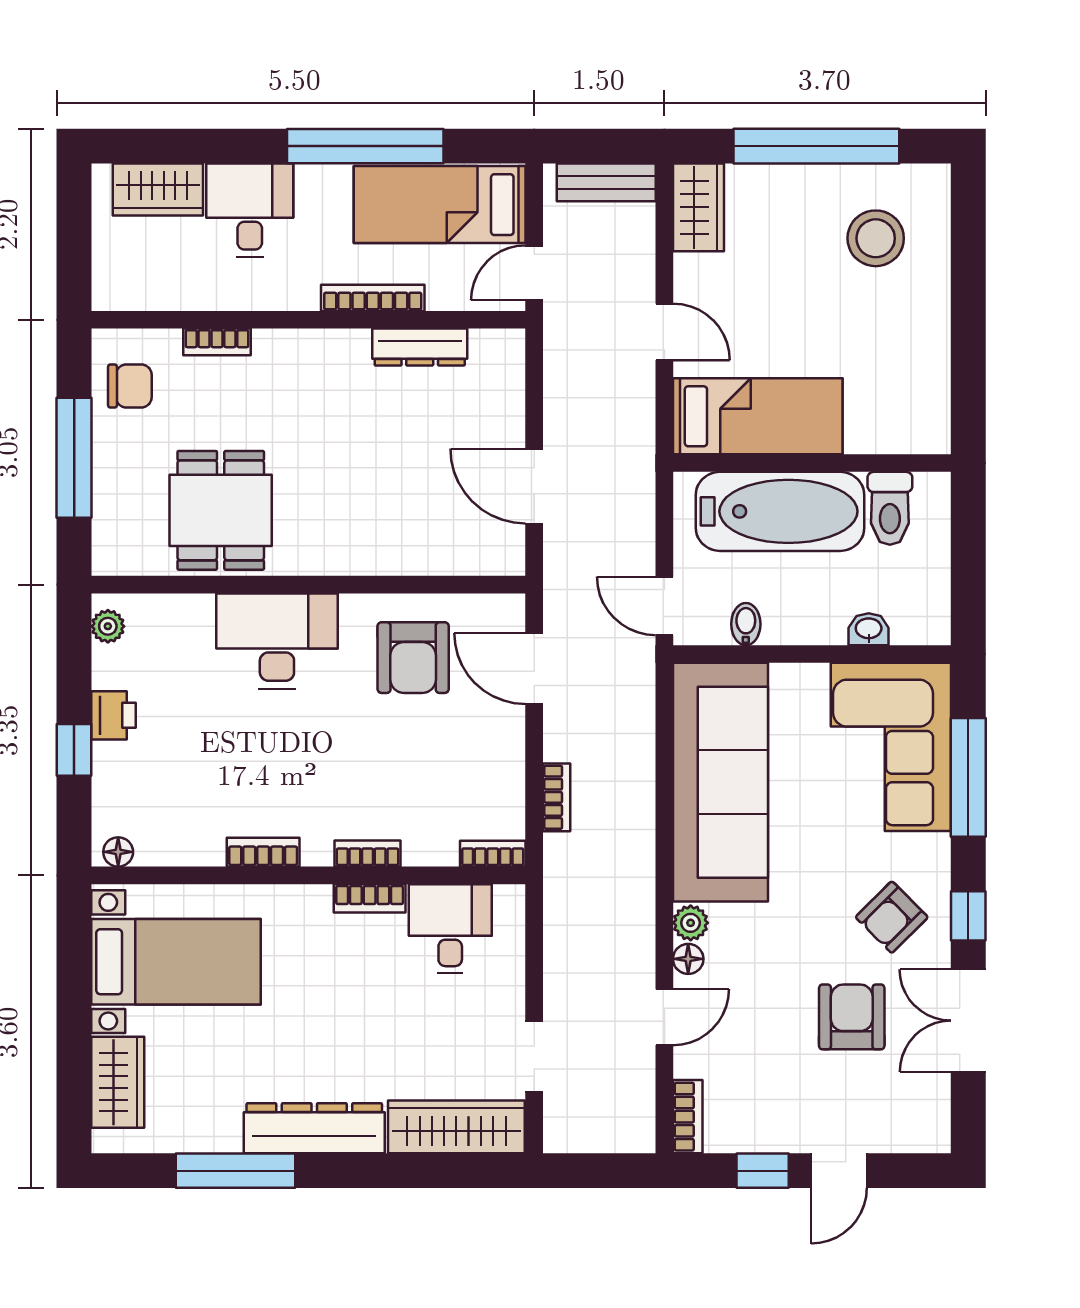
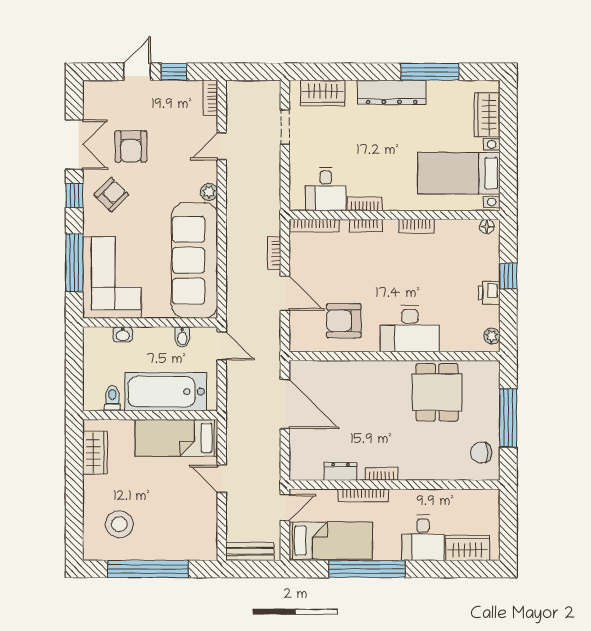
wardrobe: (699, 207) -> (95, 453), moved, turned 180
bookcase: (217, 342) -> (382, 474), moved
dresser: (420, 347) -> (340, 471), width x0.70
door: (534, 486) -> (285, 404), width x1.36
toilet: (890, 508) -> (112, 398), width x0.73, depth x0.72
armchair: (413, 658) -> (344, 321), turned -90
door: (534, 669) -> (285, 293), moved
bookcase: (493, 854) -> (314, 226), width x1.56
floor lamp: (688, 959) -> (210, 175), removed
wardrobe: (456, 1127) -> (323, 93), width x0.67

